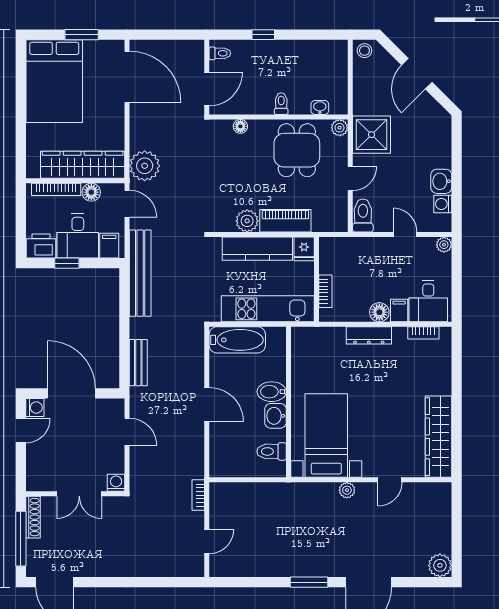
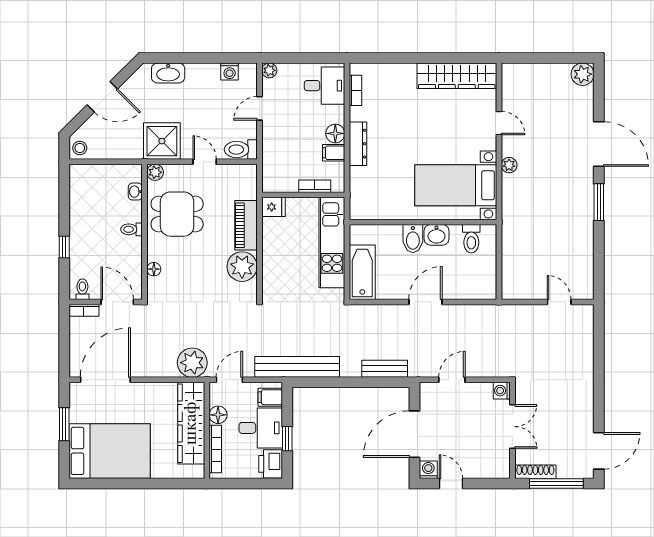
washbasin: (441, 181) -> (168, 73), moved, width x1.38
plant: (247, 221) -> (242, 267), width x1.36, depth x1.36
kitchen counter: (257, 249) -> (273, 253), removed
filing cabinet: (399, 311) -> (334, 153), moved
bookcase: (198, 495) -> (84, 310), moved

